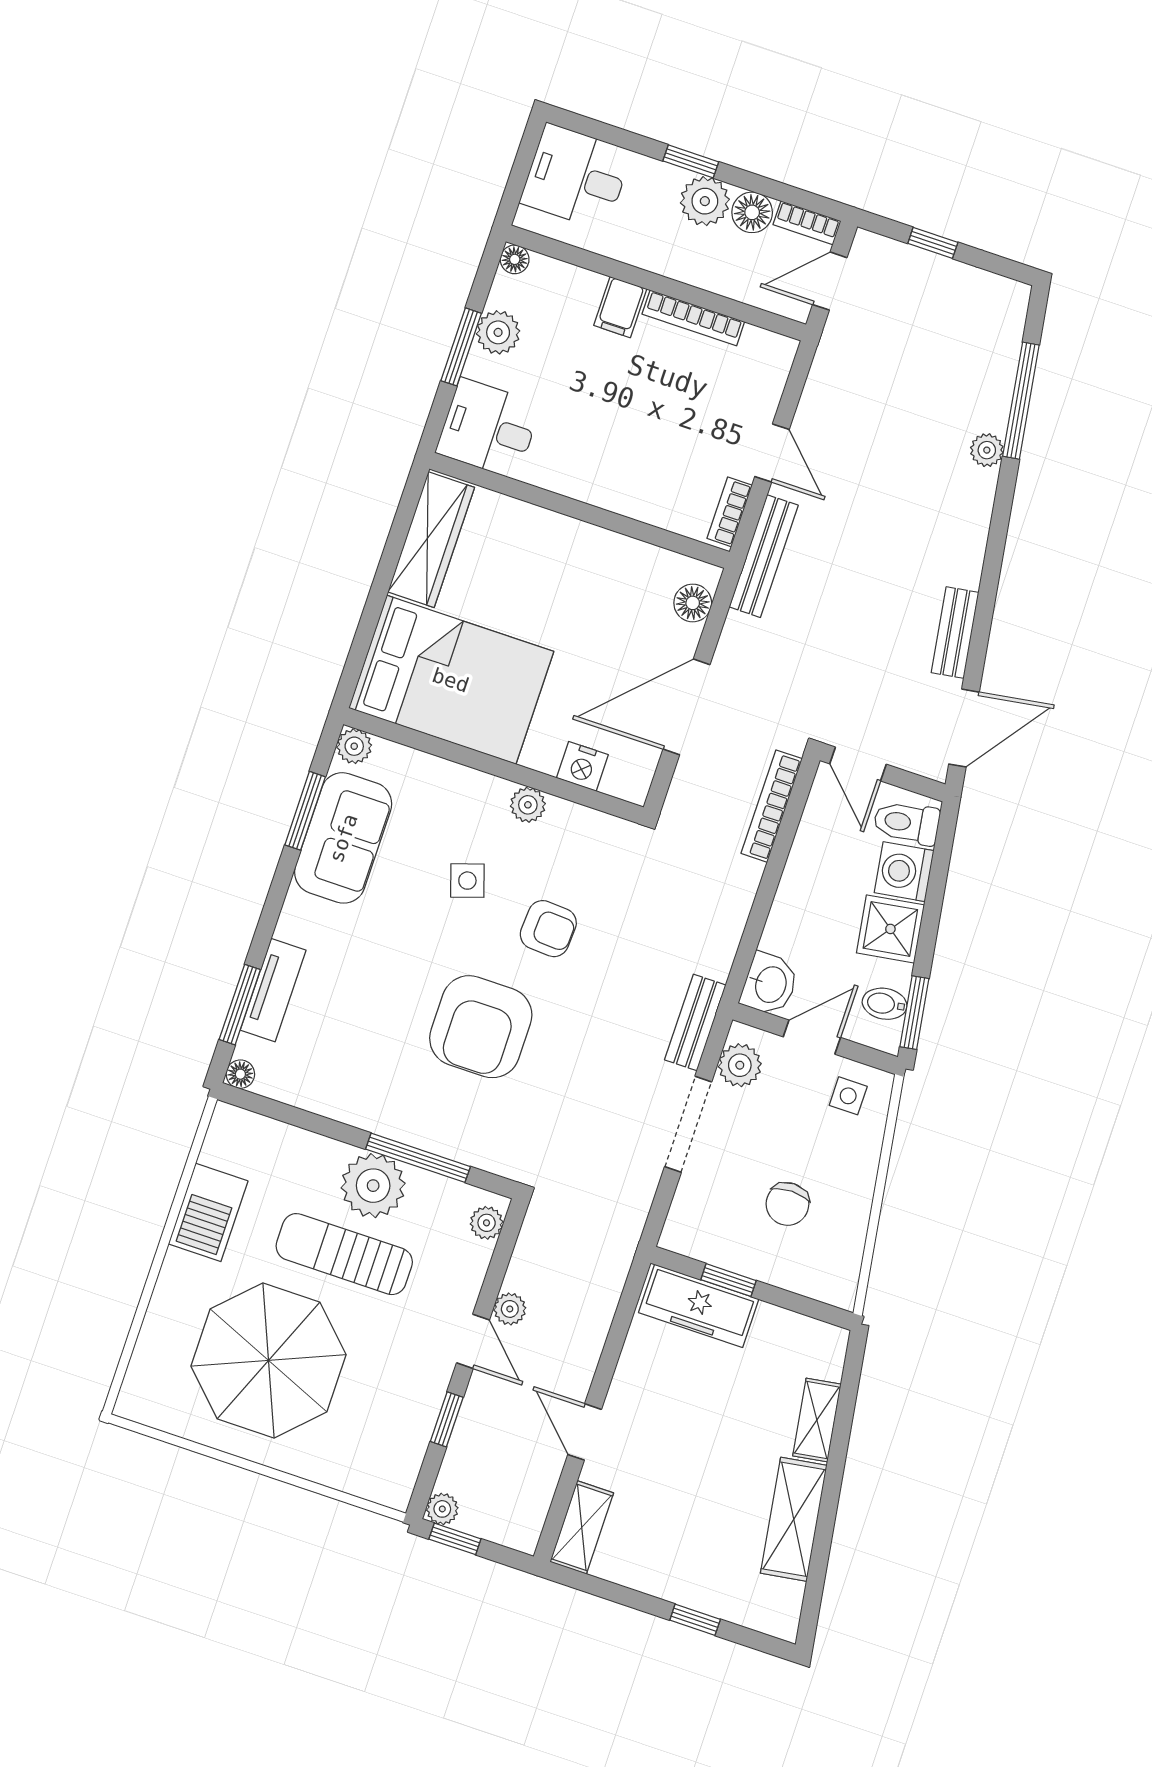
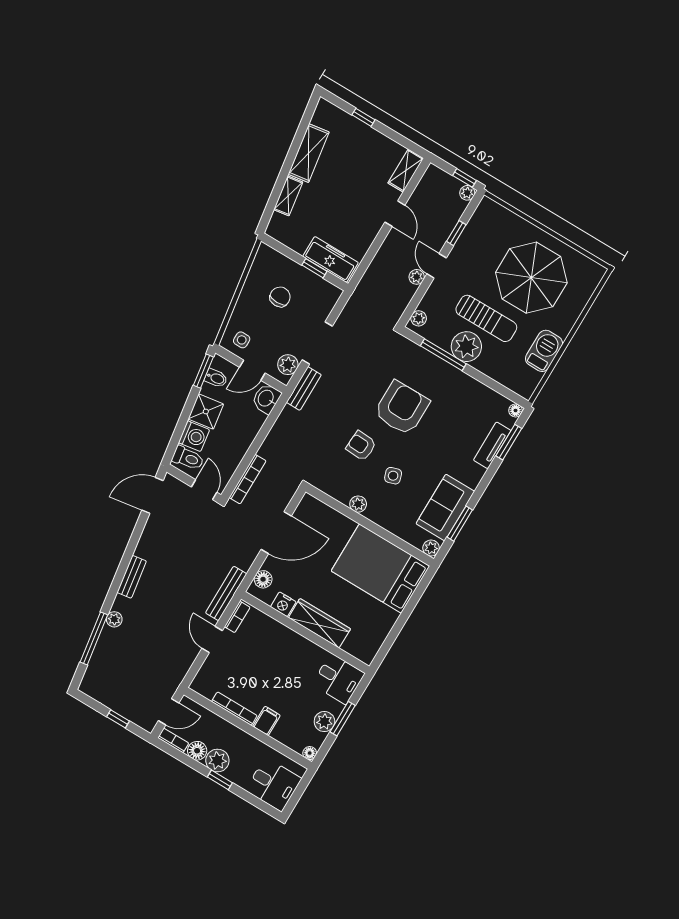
wardrobe: (431, 540) -> (319, 623), moved, turned 90
bench: (955, 633) -> (132, 577), moved
nightstand: (582, 766) -> (283, 604), moved, turned 180

